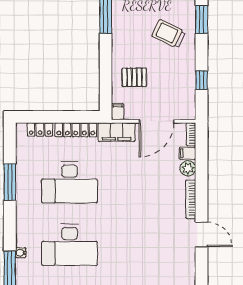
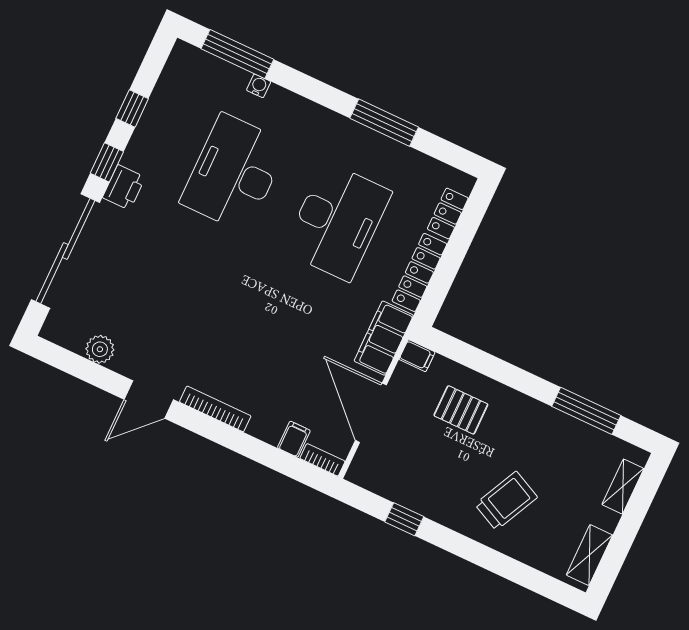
window: (202, 19) -> (505, 566), removed
pallet: (134, 77) -> (461, 410), turned 90
plant: (188, 168) -> (100, 349), moved
desk: (70, 182) -> (337, 221), turned 180

